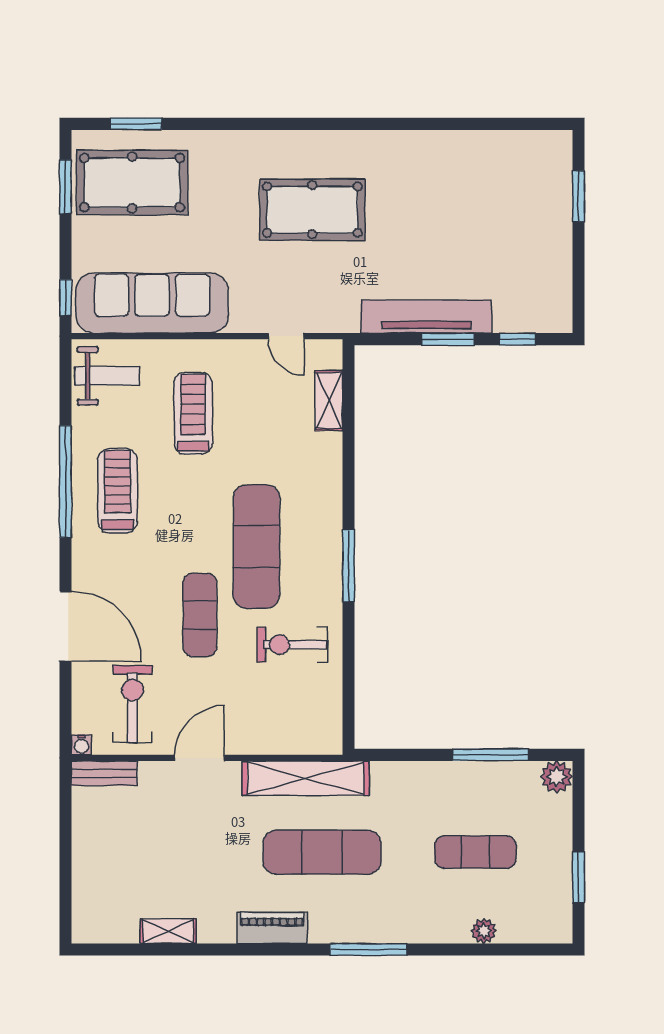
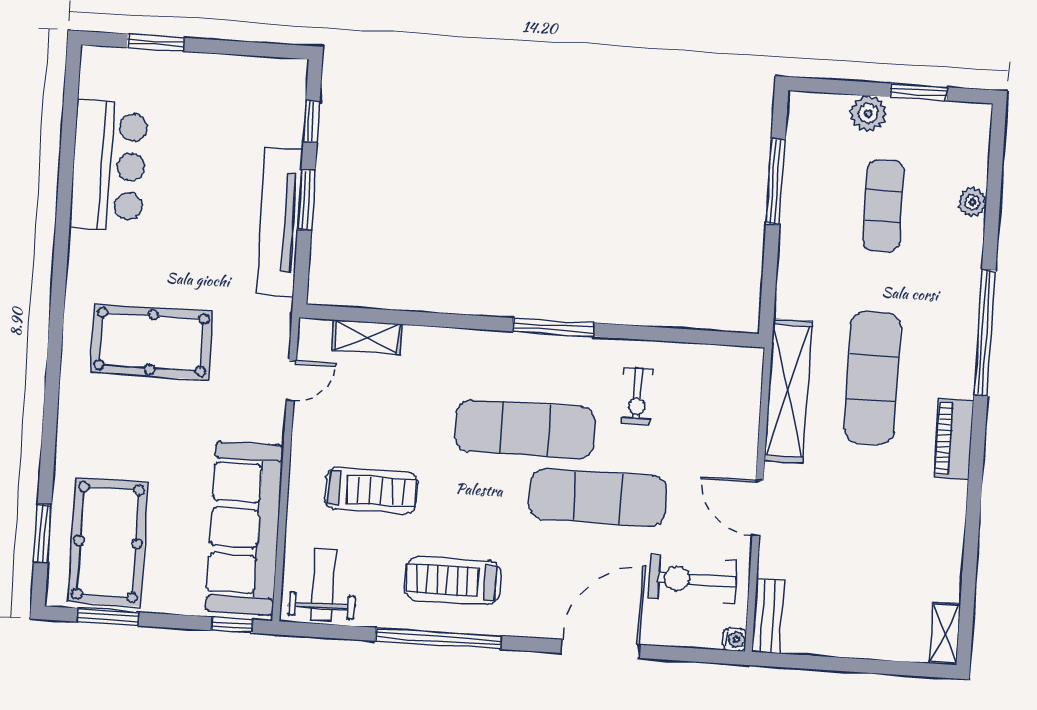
bar counter: (467, 162) -> (109, 166), added
pool table: (312, 210) -> (152, 342), turned 90
treadmill: (193, 413) -> (371, 490), turned 180
exercise mat: (200, 615) -> (598, 497), width x1.36, depth x1.45
exercise bike: (292, 645) -> (637, 396), width x0.73, depth x0.72
plant: (557, 777) -> (868, 113), moved
shelving: (168, 931) -> (945, 634), moved
window: (368, 949) -> (985, 333), width x1.46

